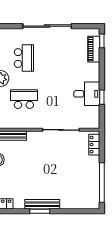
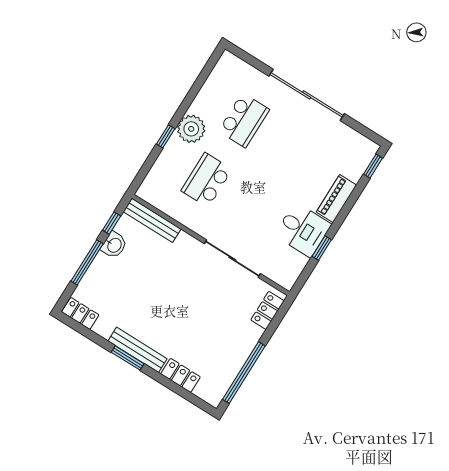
piano: (94, 49) -> (336, 199), moved
school desk: (24, 99) -> (207, 180), turned -90
locker: (71, 204) -> (181, 375), added

